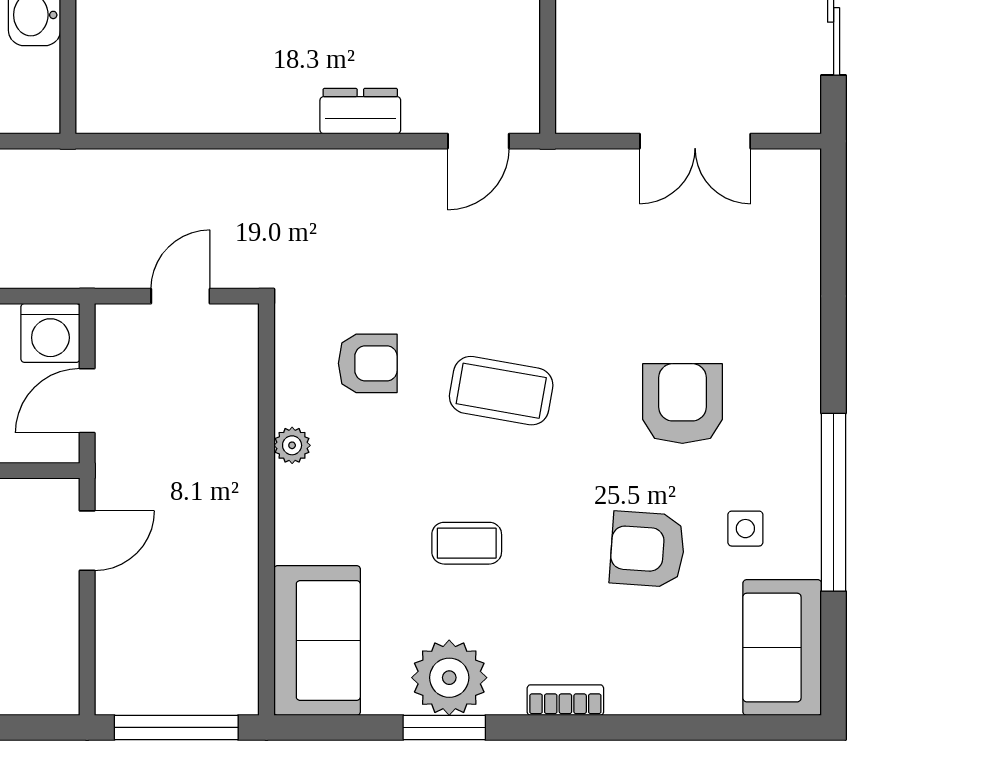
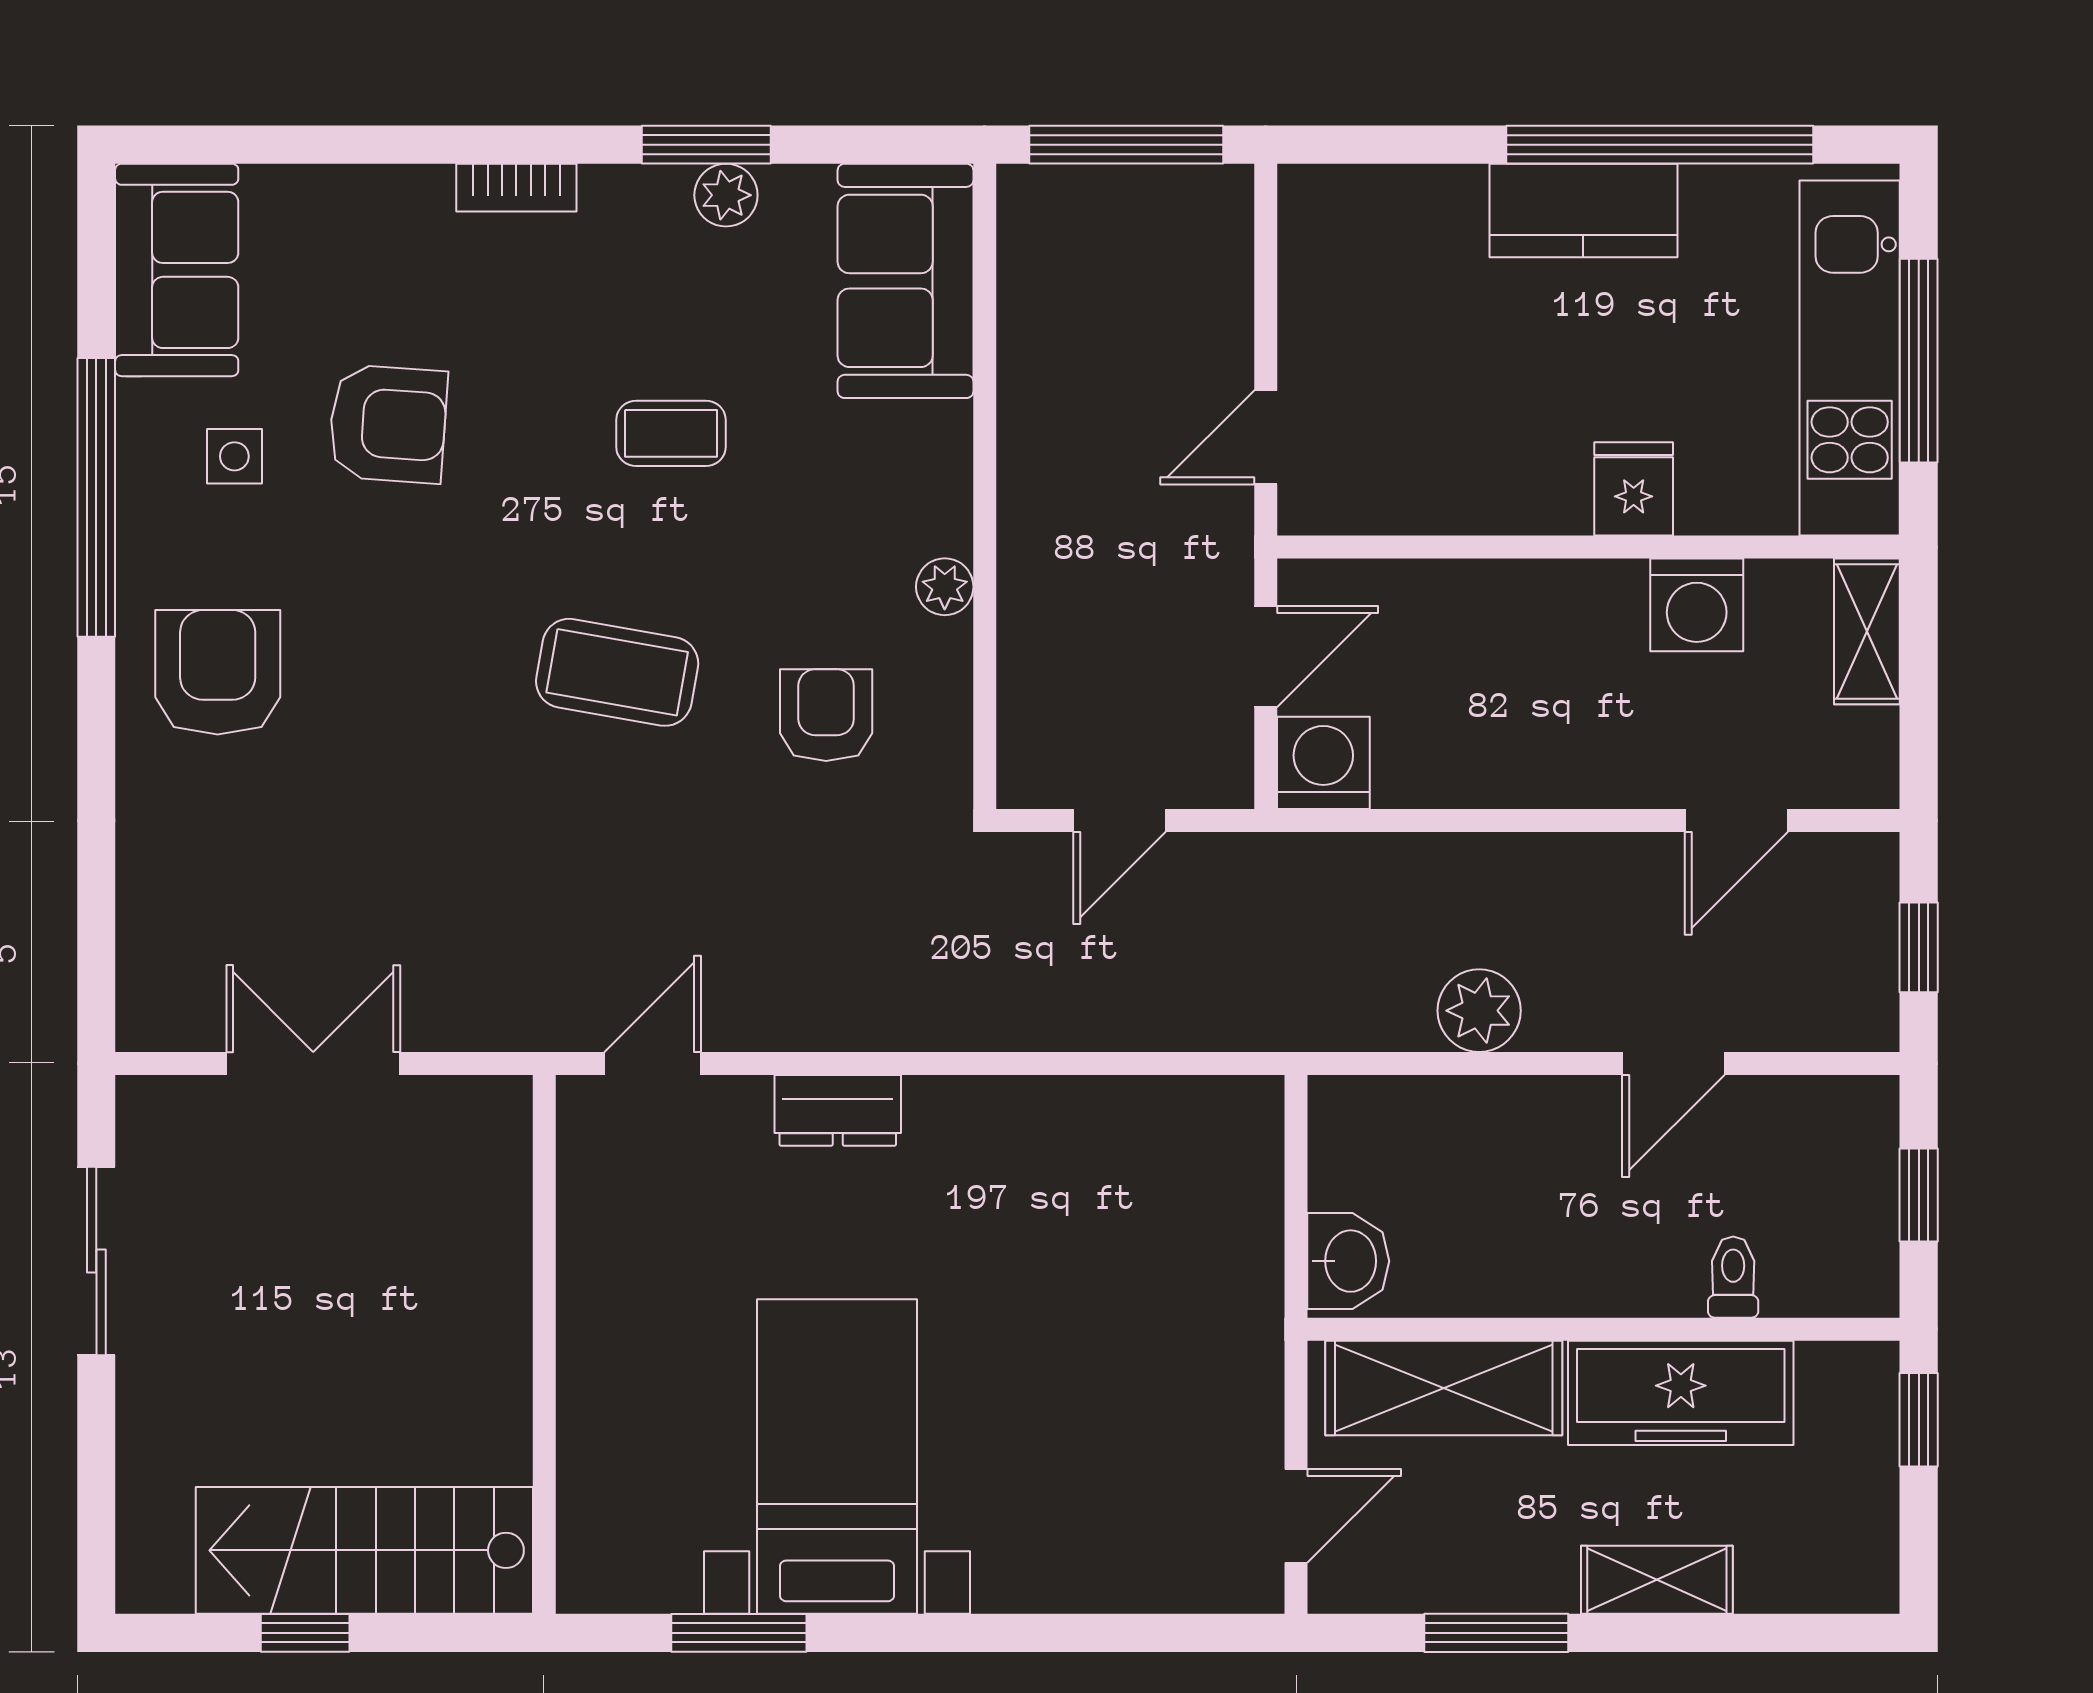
armchair: (368, 363) -> (826, 715), turned 90
armchair: (682, 403) -> (218, 672), moved, turned 180
plant: (449, 678) -> (726, 195), width x0.53, depth x0.53

